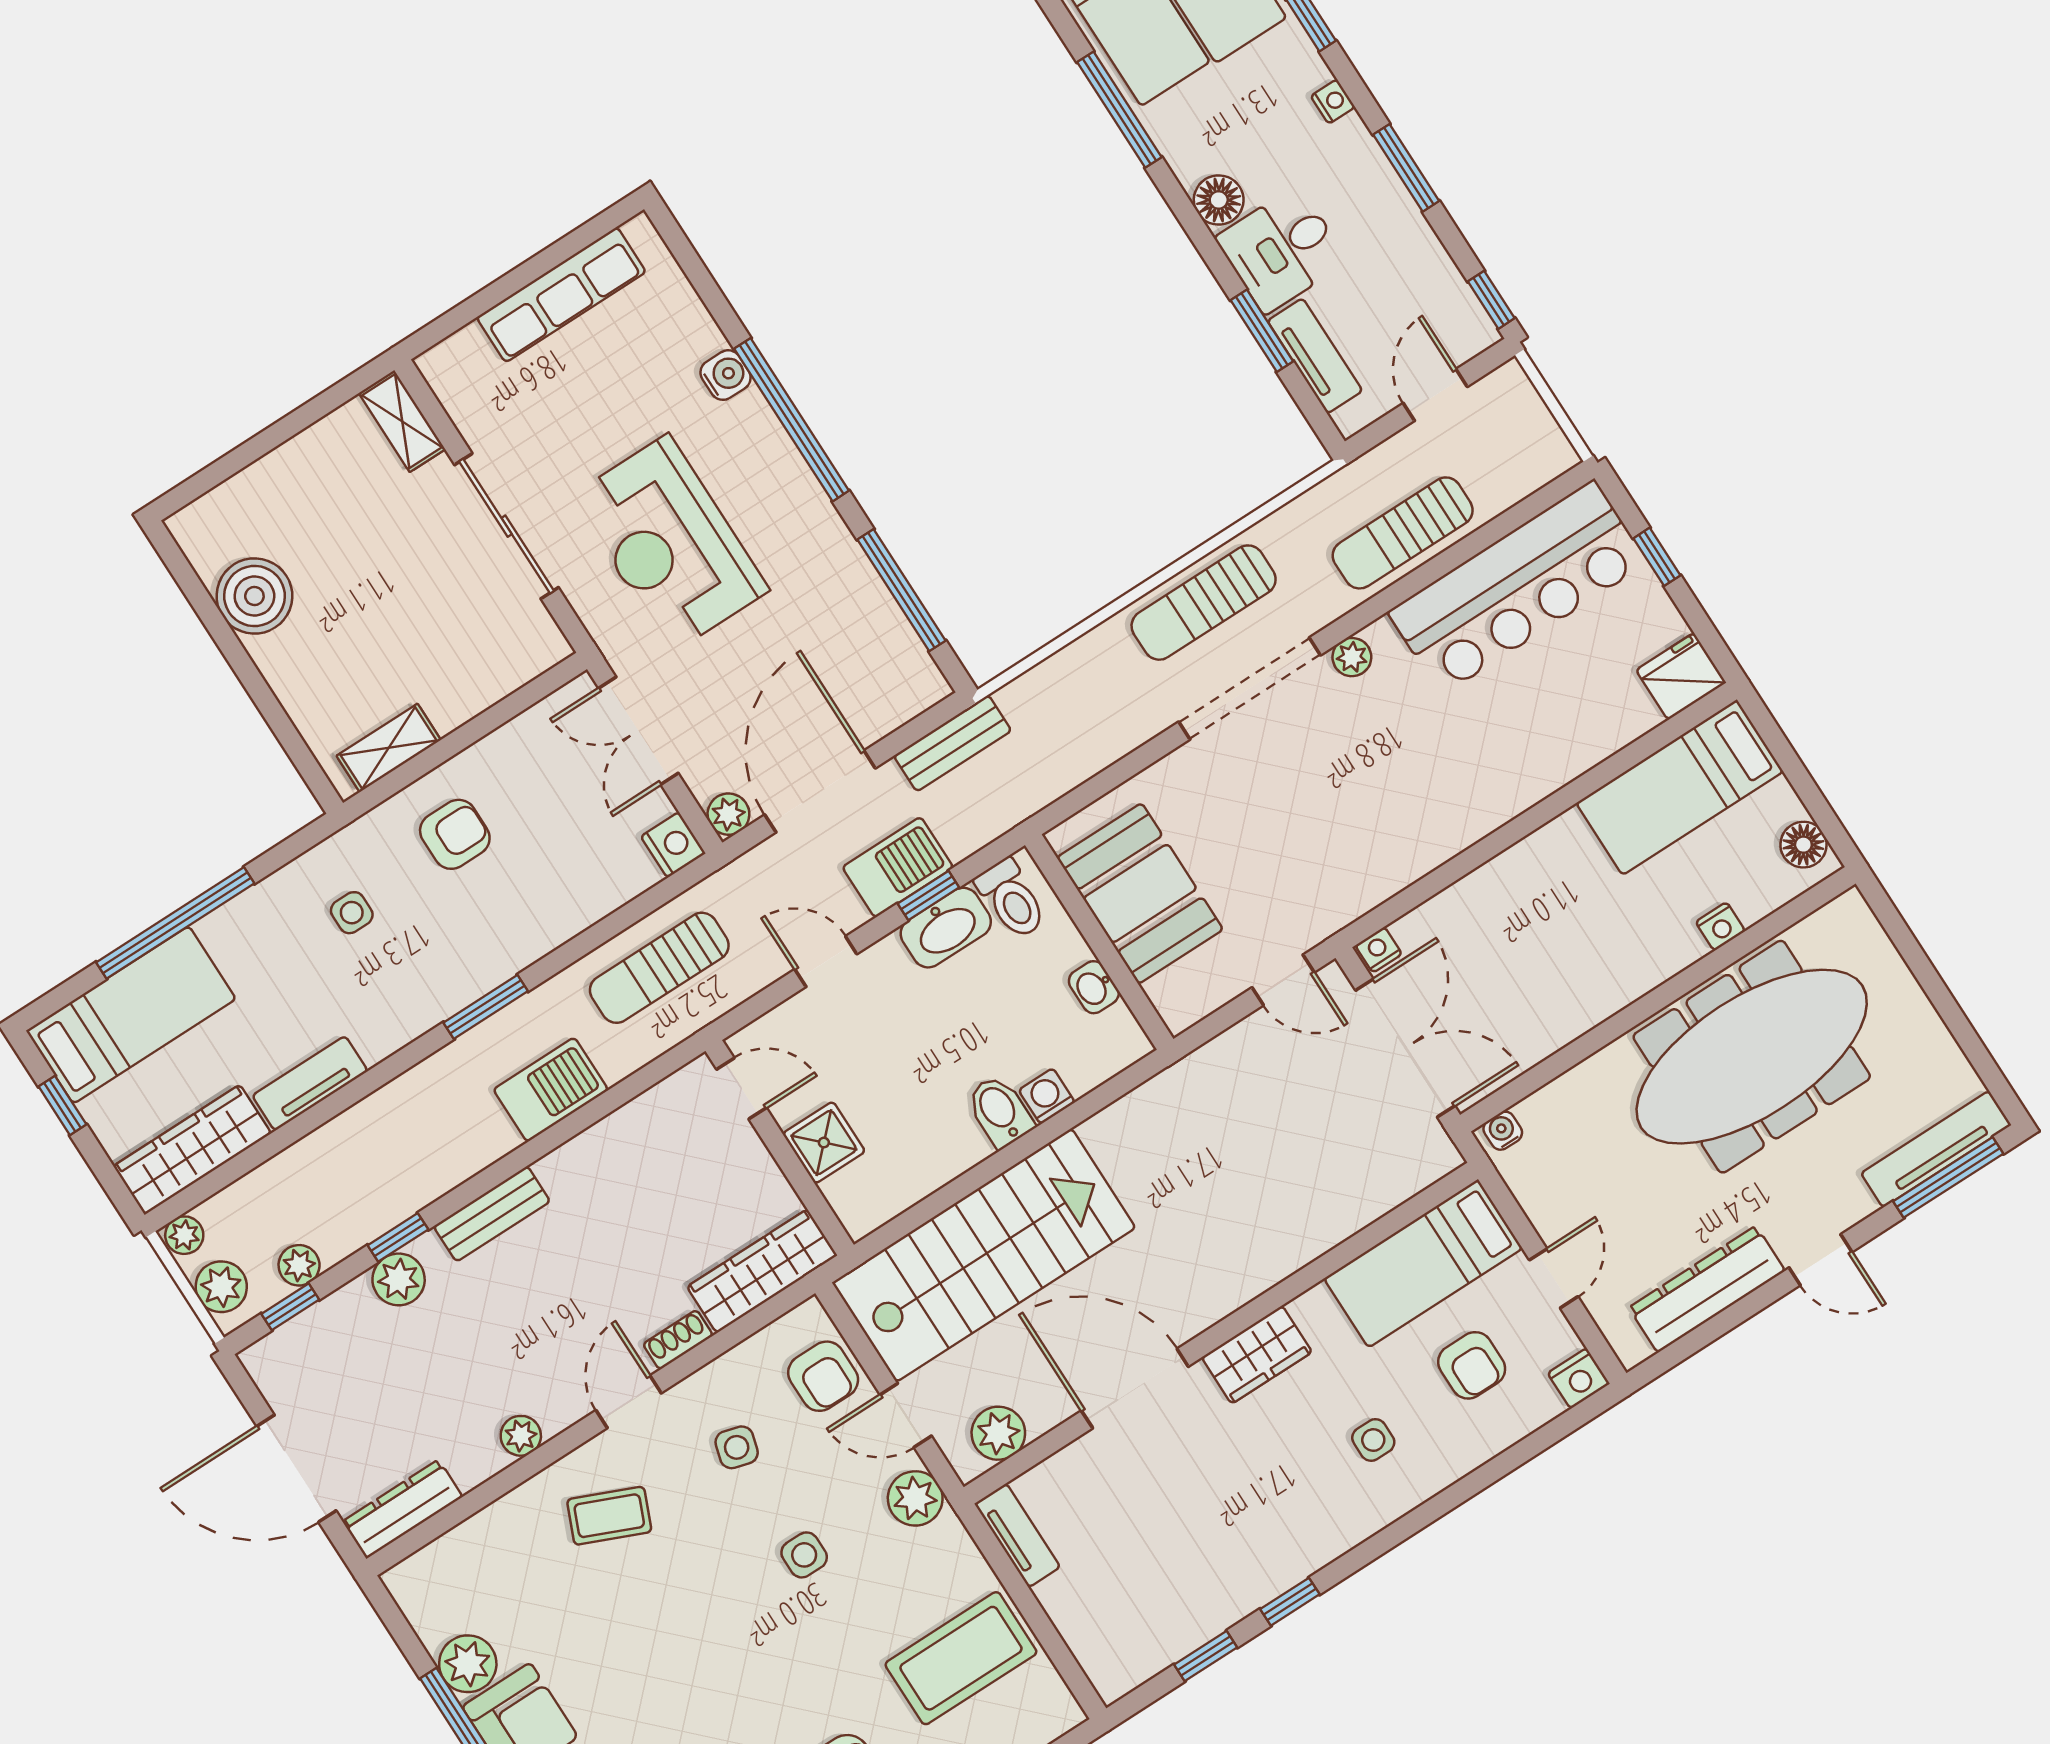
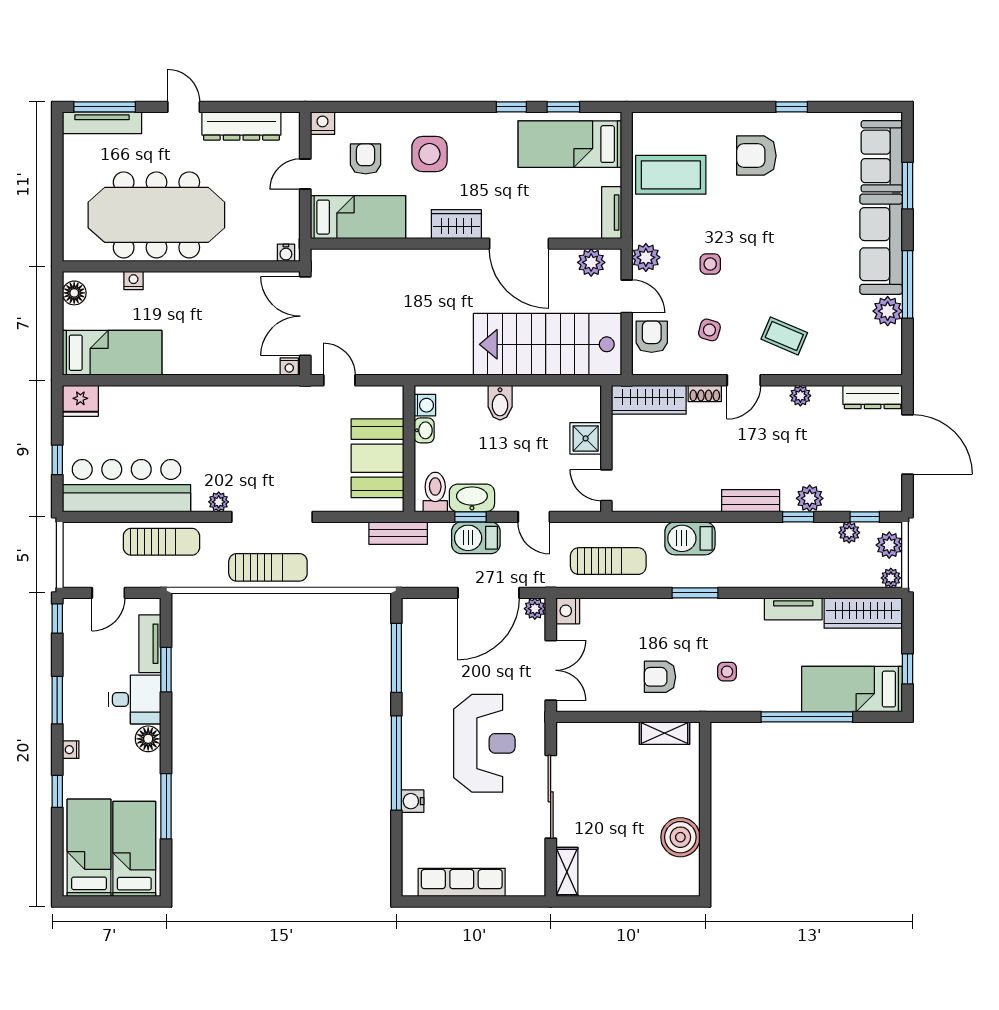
bench: (953, 743) -> (398, 533), moved
washing machine: (1047, 1096) -> (425, 405), moved, turned -90
side table: (1373, 1440) -> (429, 154), width x1.87, depth x1.87
bed: (1156, 1603) -> (570, 144), added

